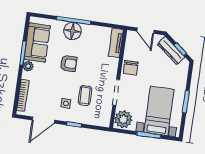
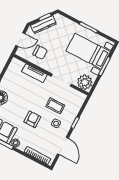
tv unit: (116, 43) -> (35, 73), moved
armchair: (69, 63) -> (32, 119), moved
chair: (131, 68) -> (40, 52), moved

